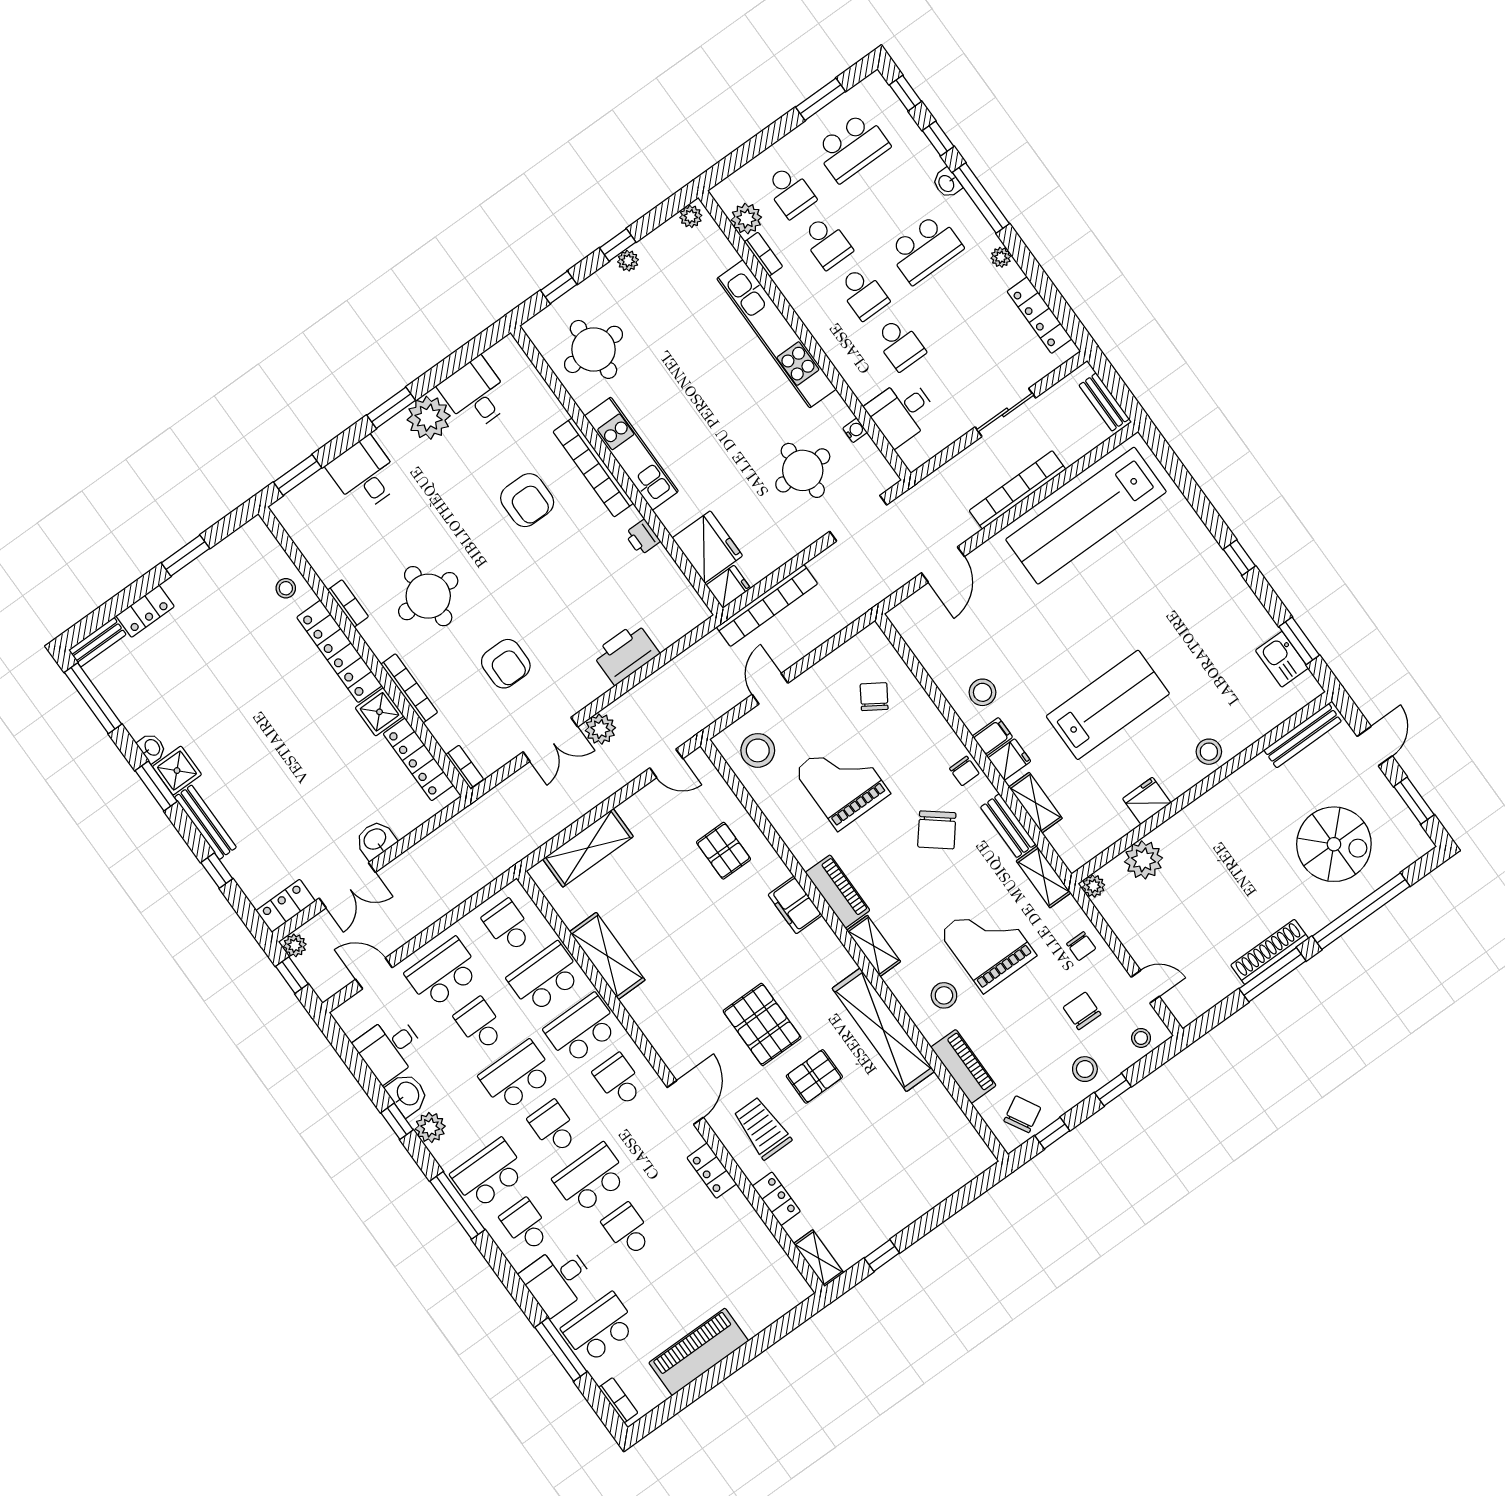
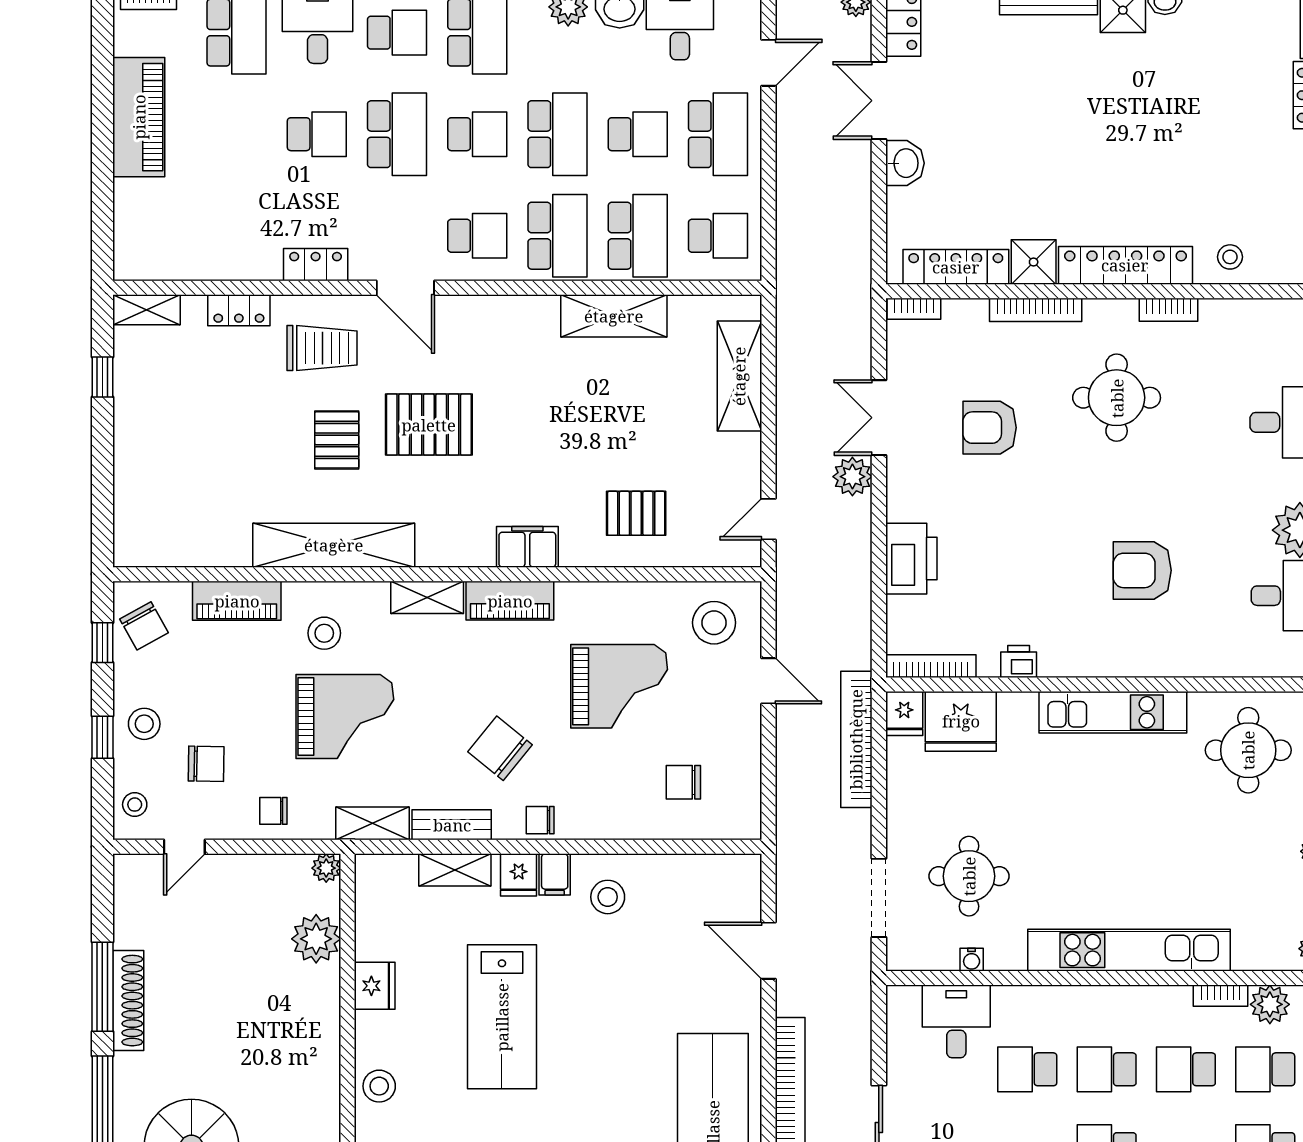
bookcase: (593, 468) -> (931, 666), moved, width x0.68, depth x0.76
chair: (874, 697) -> (683, 782), turned 147

